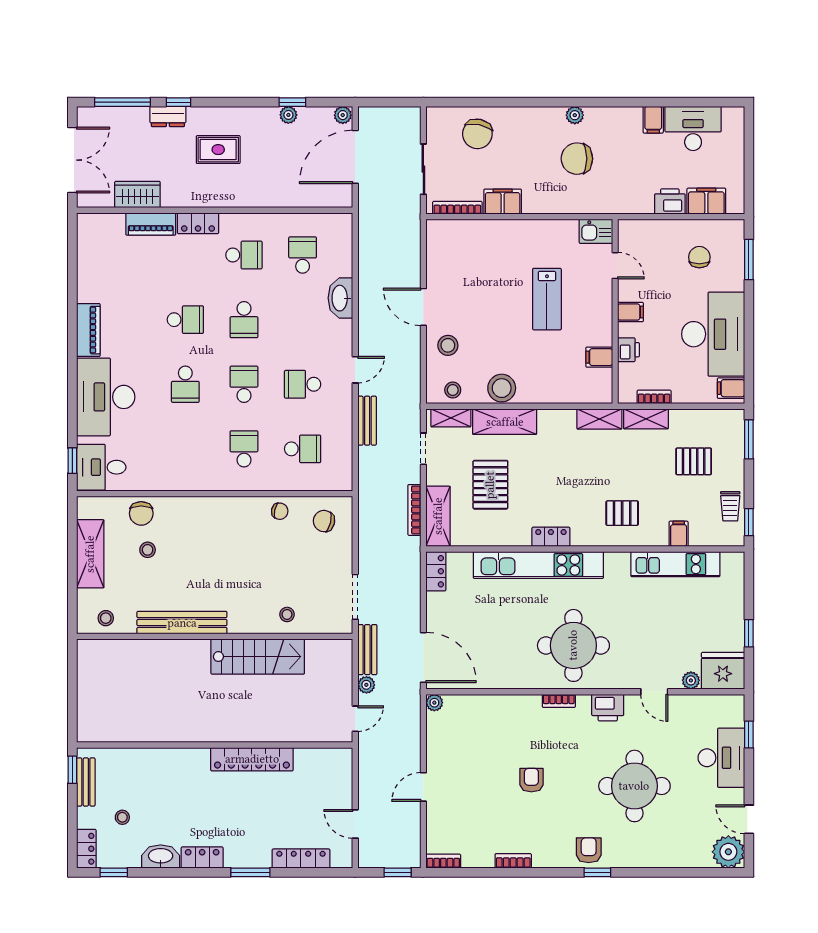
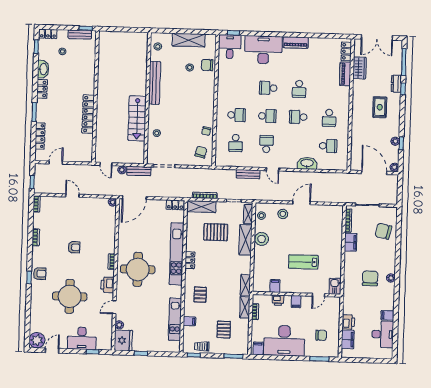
locker: (198, 223) -> (346, 51), moved

